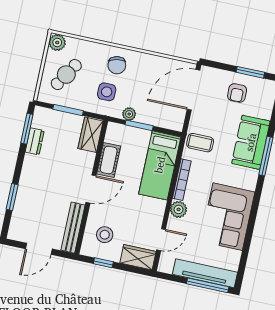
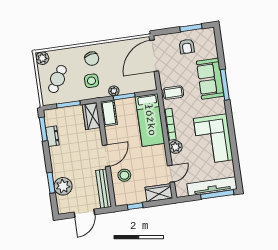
cot: (109, 160) -> (109, 113), moved
plant: (25, 207) -> (63, 186), added
stool: (105, 235) -> (124, 175), moved

